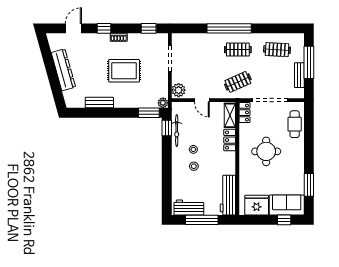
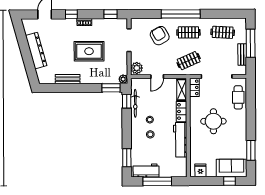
armchair: (205, 53) -> (160, 36), added
door: (202, 100) -> (157, 77), hinge flipped
window: (167, 193) -> (127, 158), added
workbench: (228, 195) -> (180, 140), moved
fridge: (257, 205) -> (200, 170), width x0.53, depth x0.75

